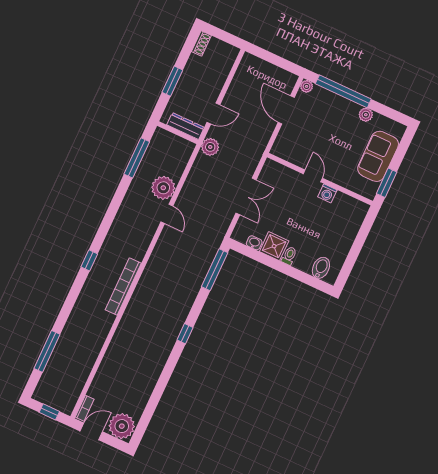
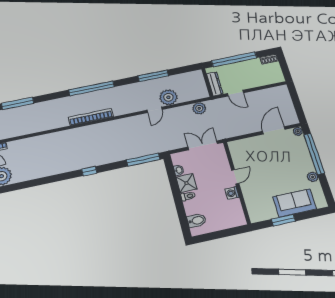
window: (172, 81) -> (234, 59), width x2.11
plant: (210, 147) -> (199, 108), moved
window: (137, 158) -> (153, 76), moved
door: (313, 176) -> (235, 177), moved
wall: (320, 179) -> (237, 182), moved
washing machine: (327, 193) -> (232, 193), moved
double door: (246, 196) -> (203, 145), swing flipped
window: (89, 260) -> (92, 88), width x3.17

